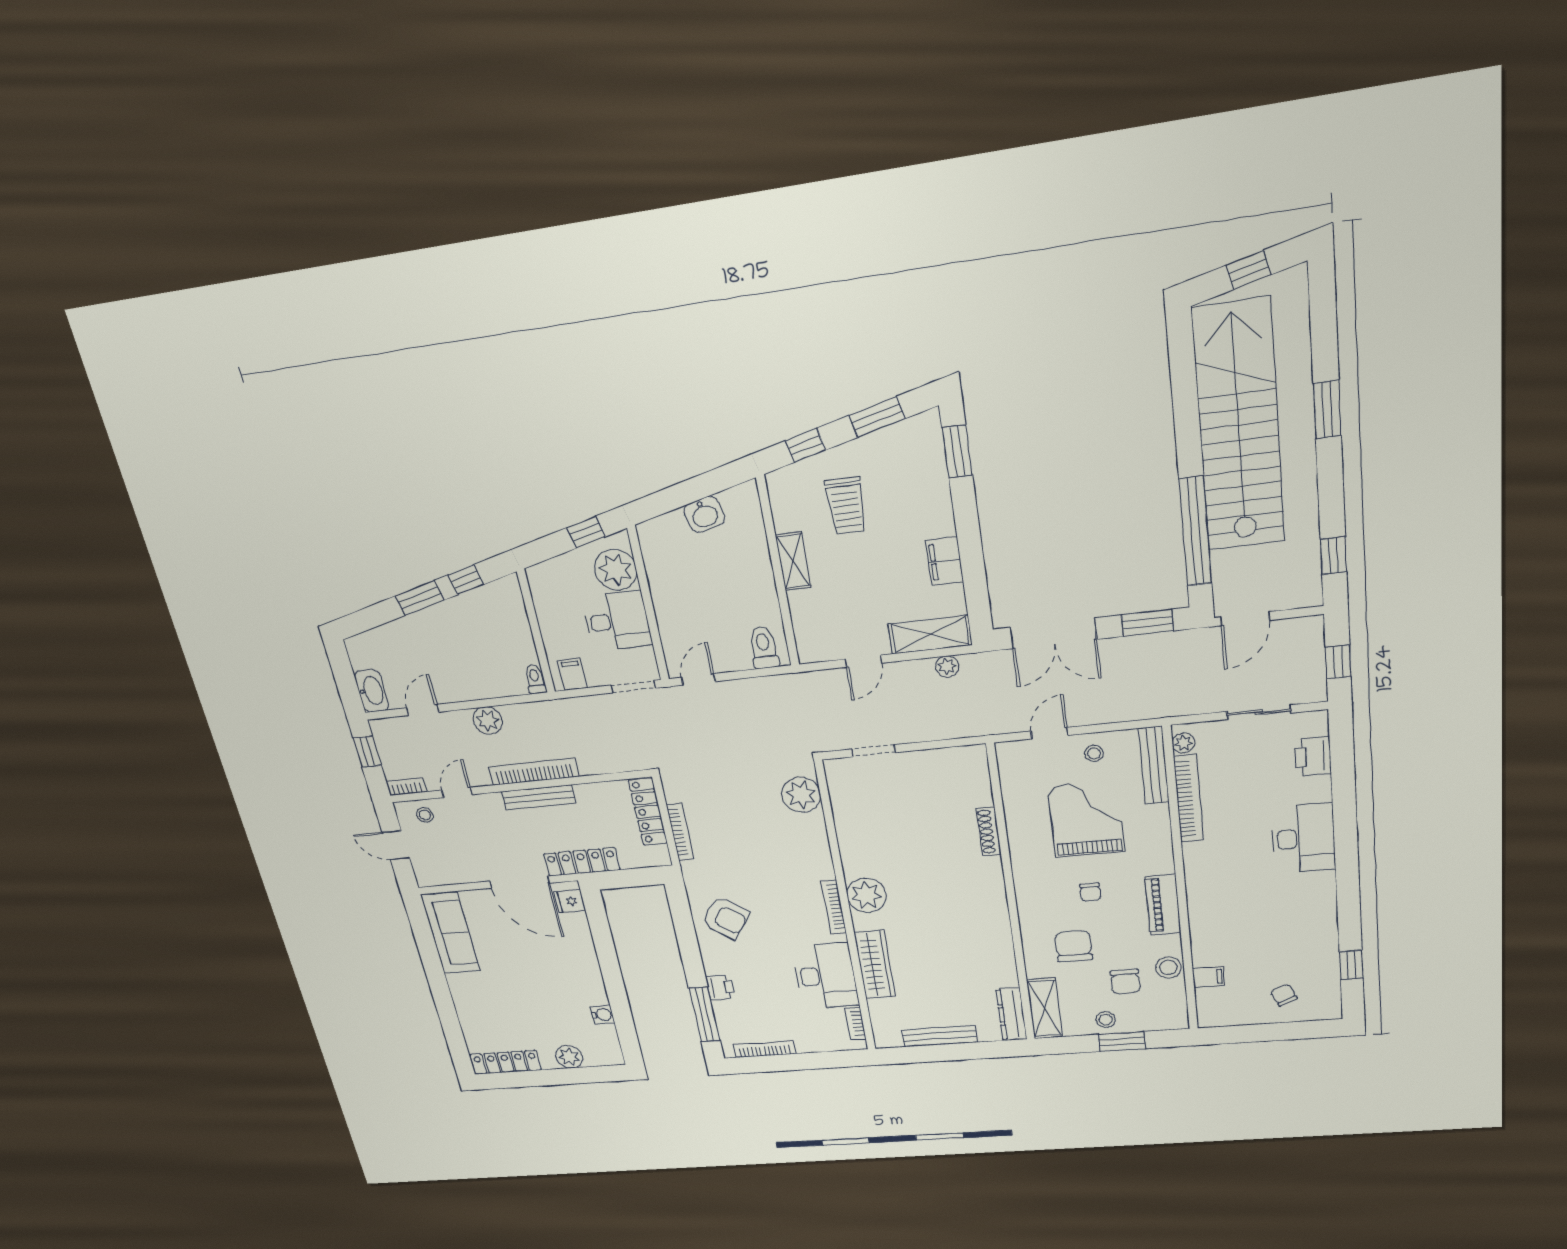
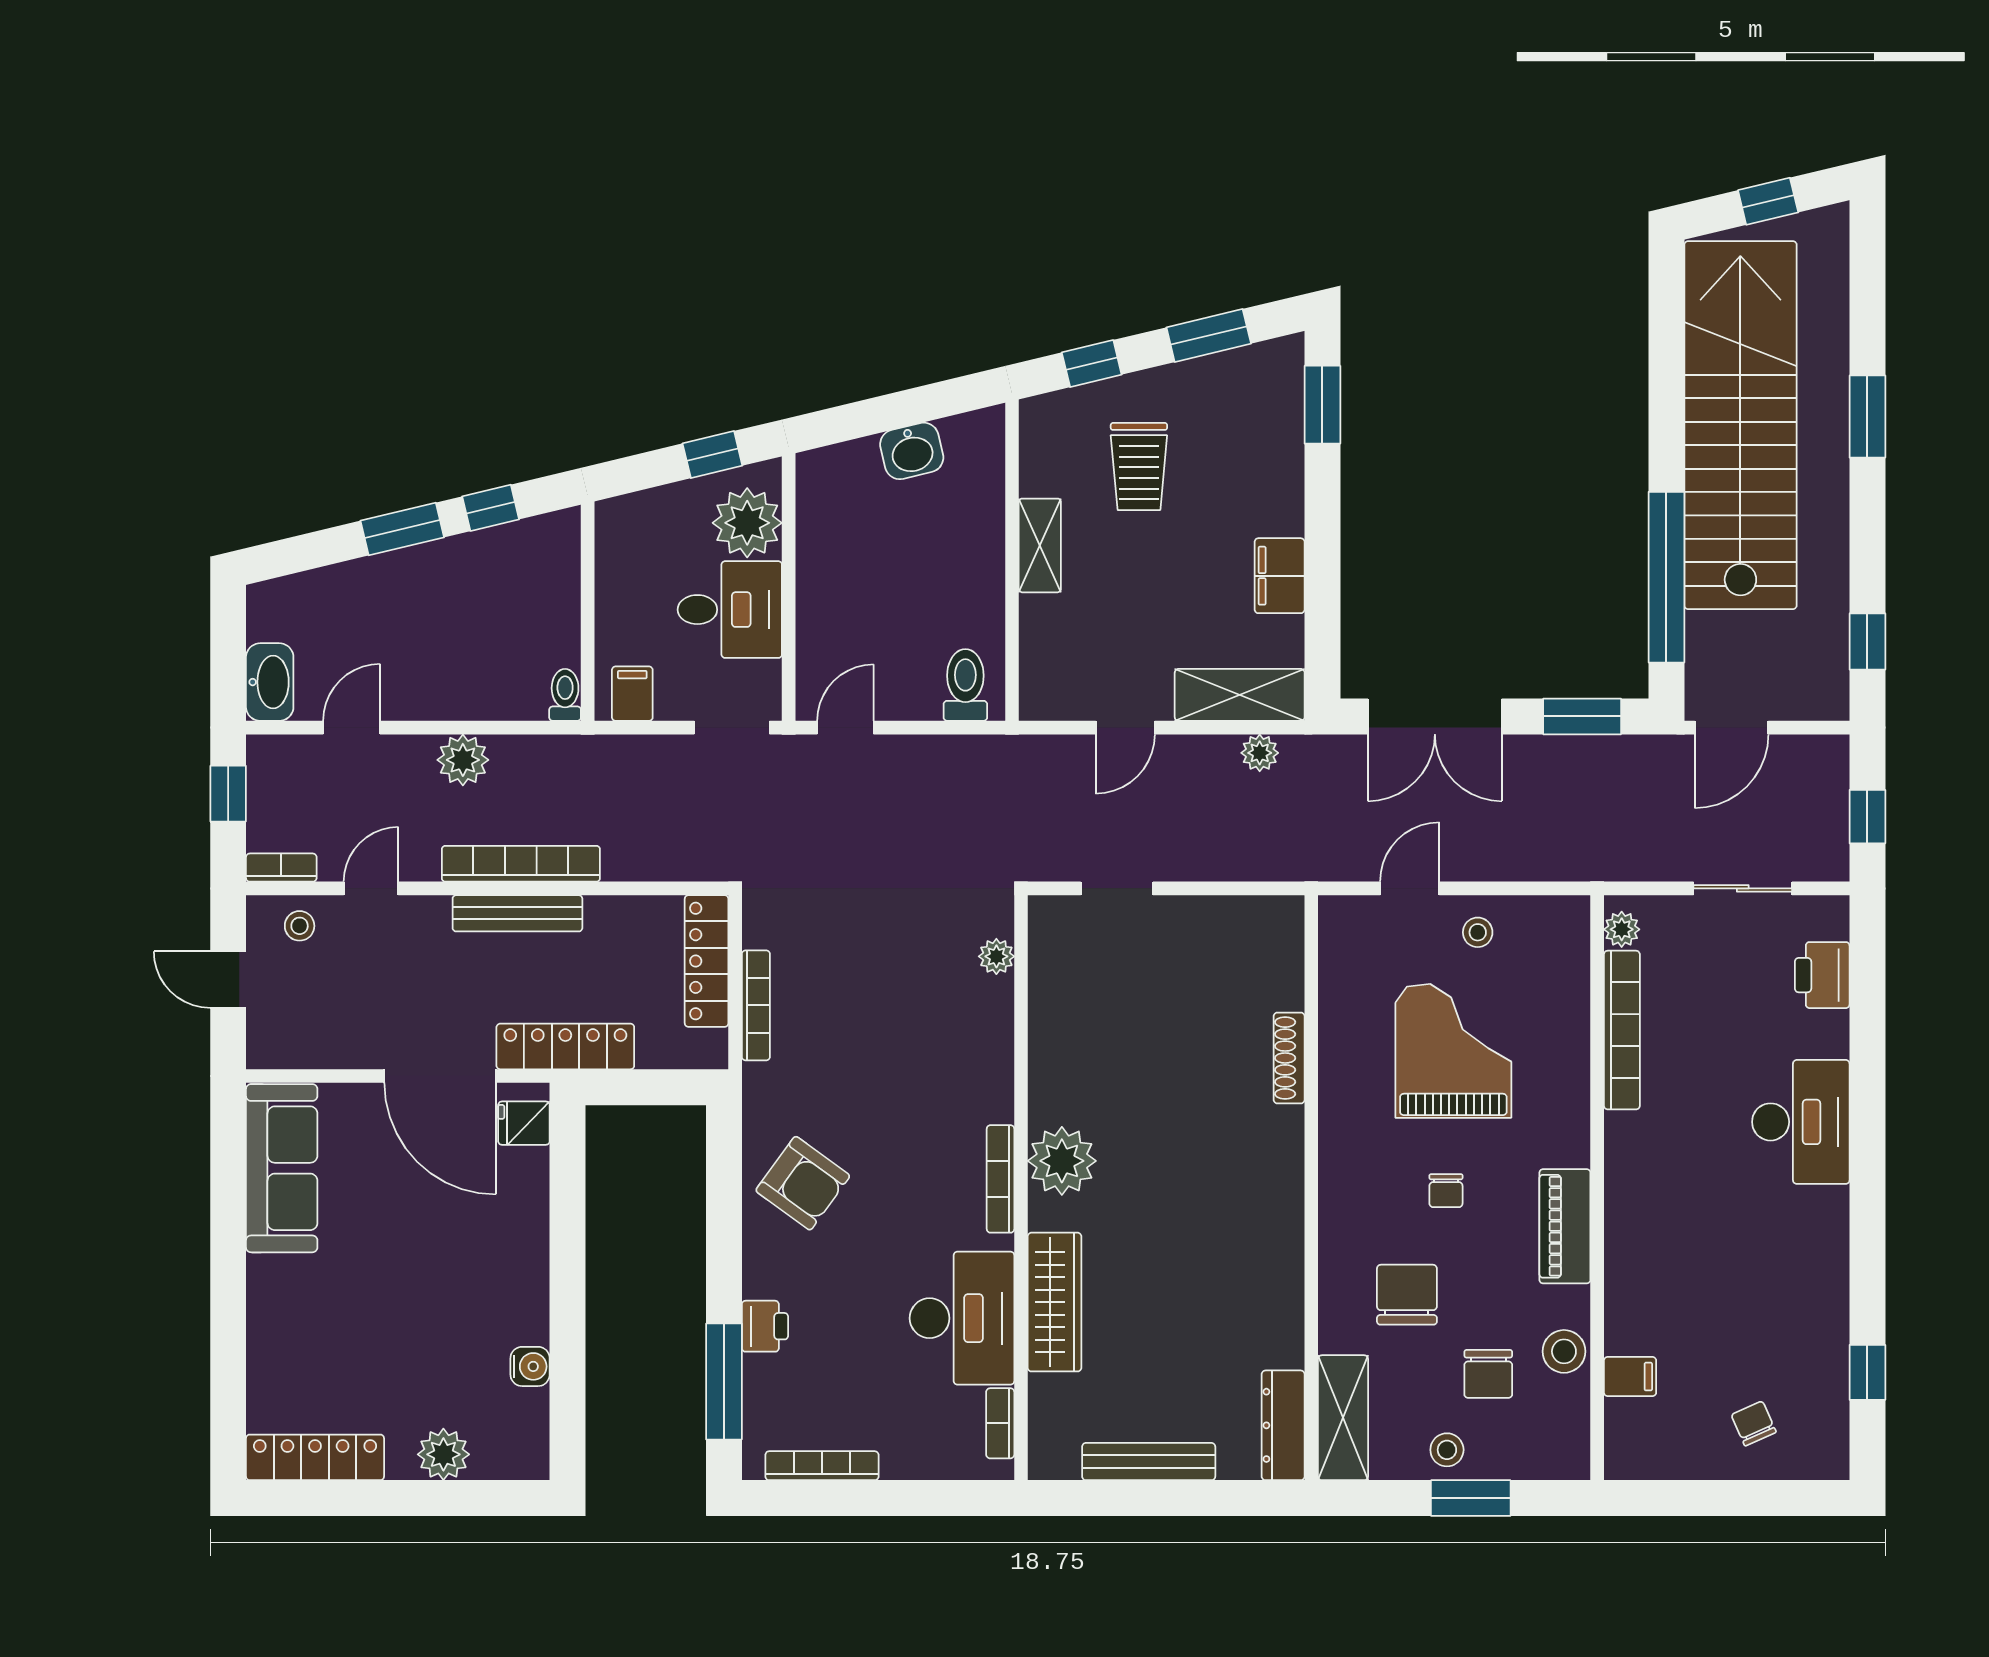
bench: (1154, 765) -> (1571, 964), removed
plant: (801, 795) -> (996, 956), width x0.53, depth x0.53

